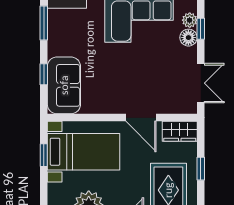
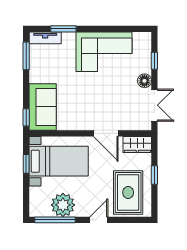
plant: (190, 20) -> (145, 54), removed
floor lamp: (188, 38) -> (144, 81), moved
window: (44, 74) -> (26, 117), moved

